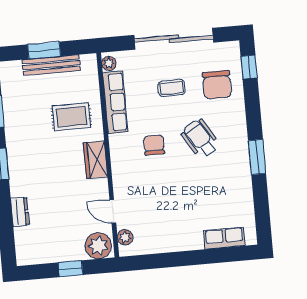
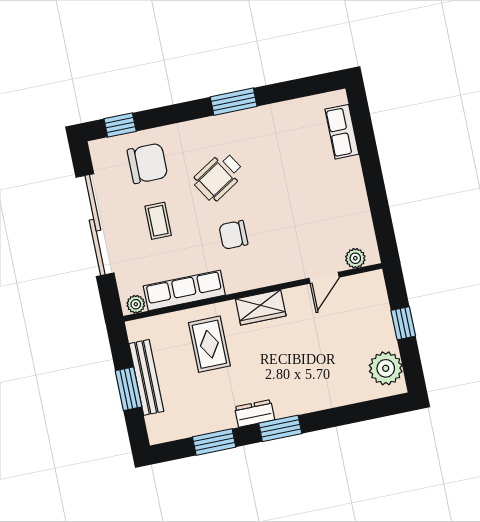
dresser: (20, 212) -> (255, 413), moved
plant: (98, 246) -> (386, 368), moved

